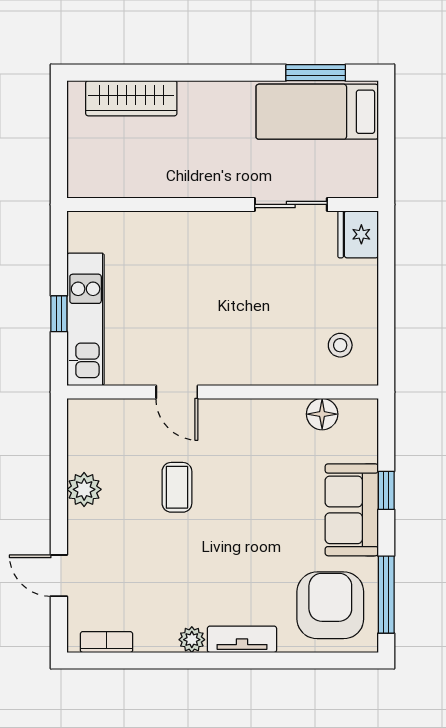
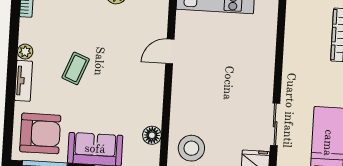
stool: (340, 345) -> (191, 148), width x1.89, depth x1.89
coffee table: (177, 487) -> (76, 68), moved, turned -68

